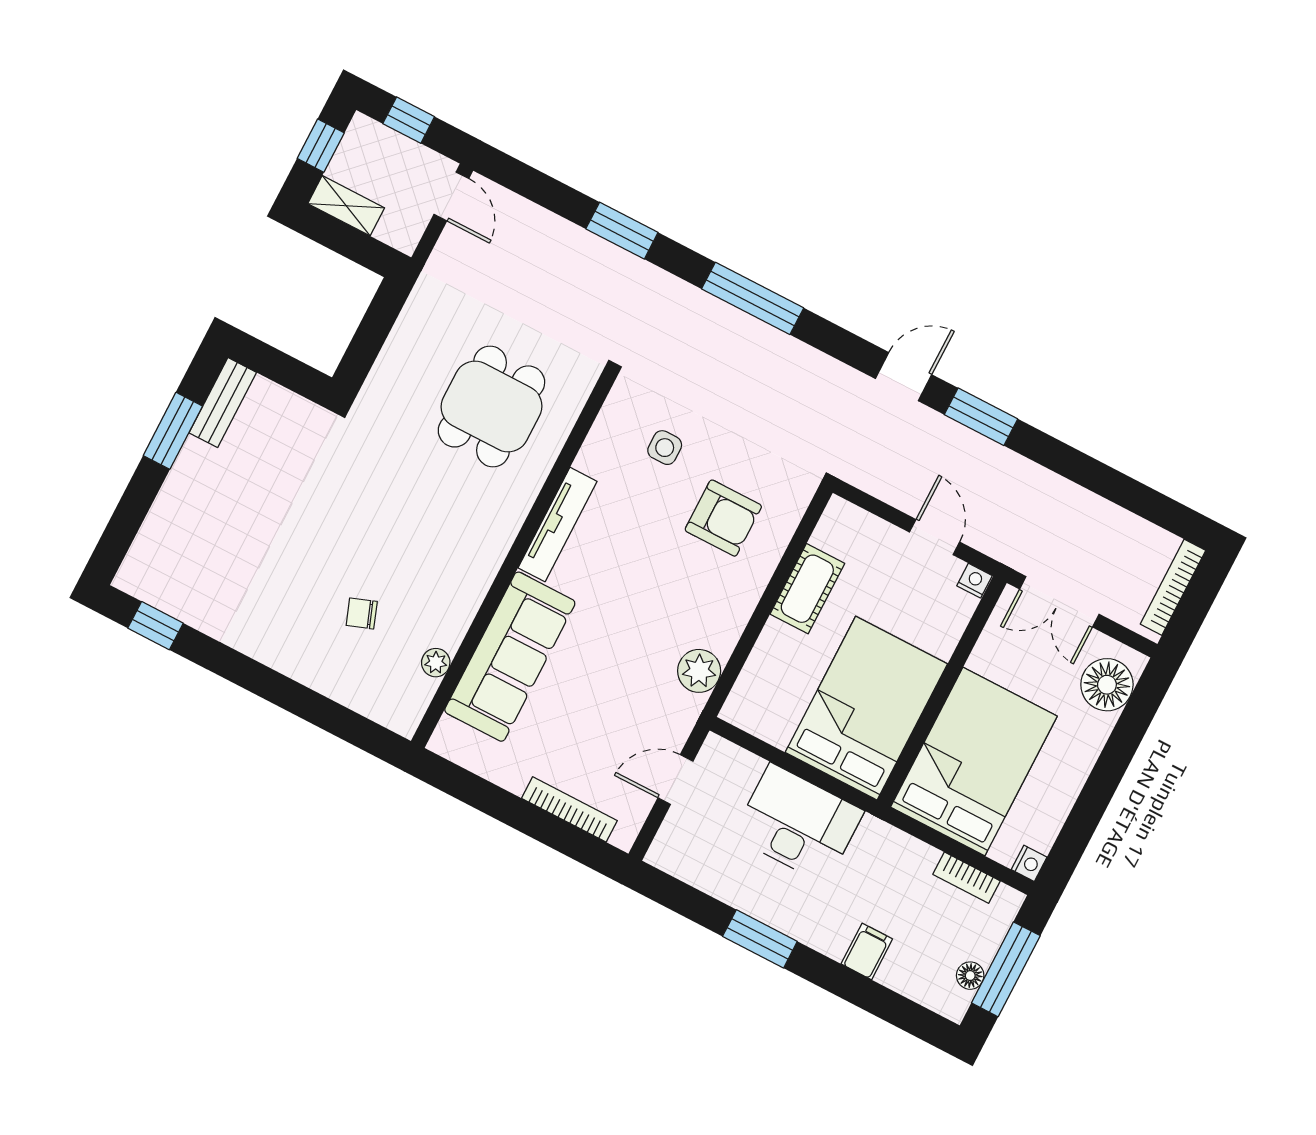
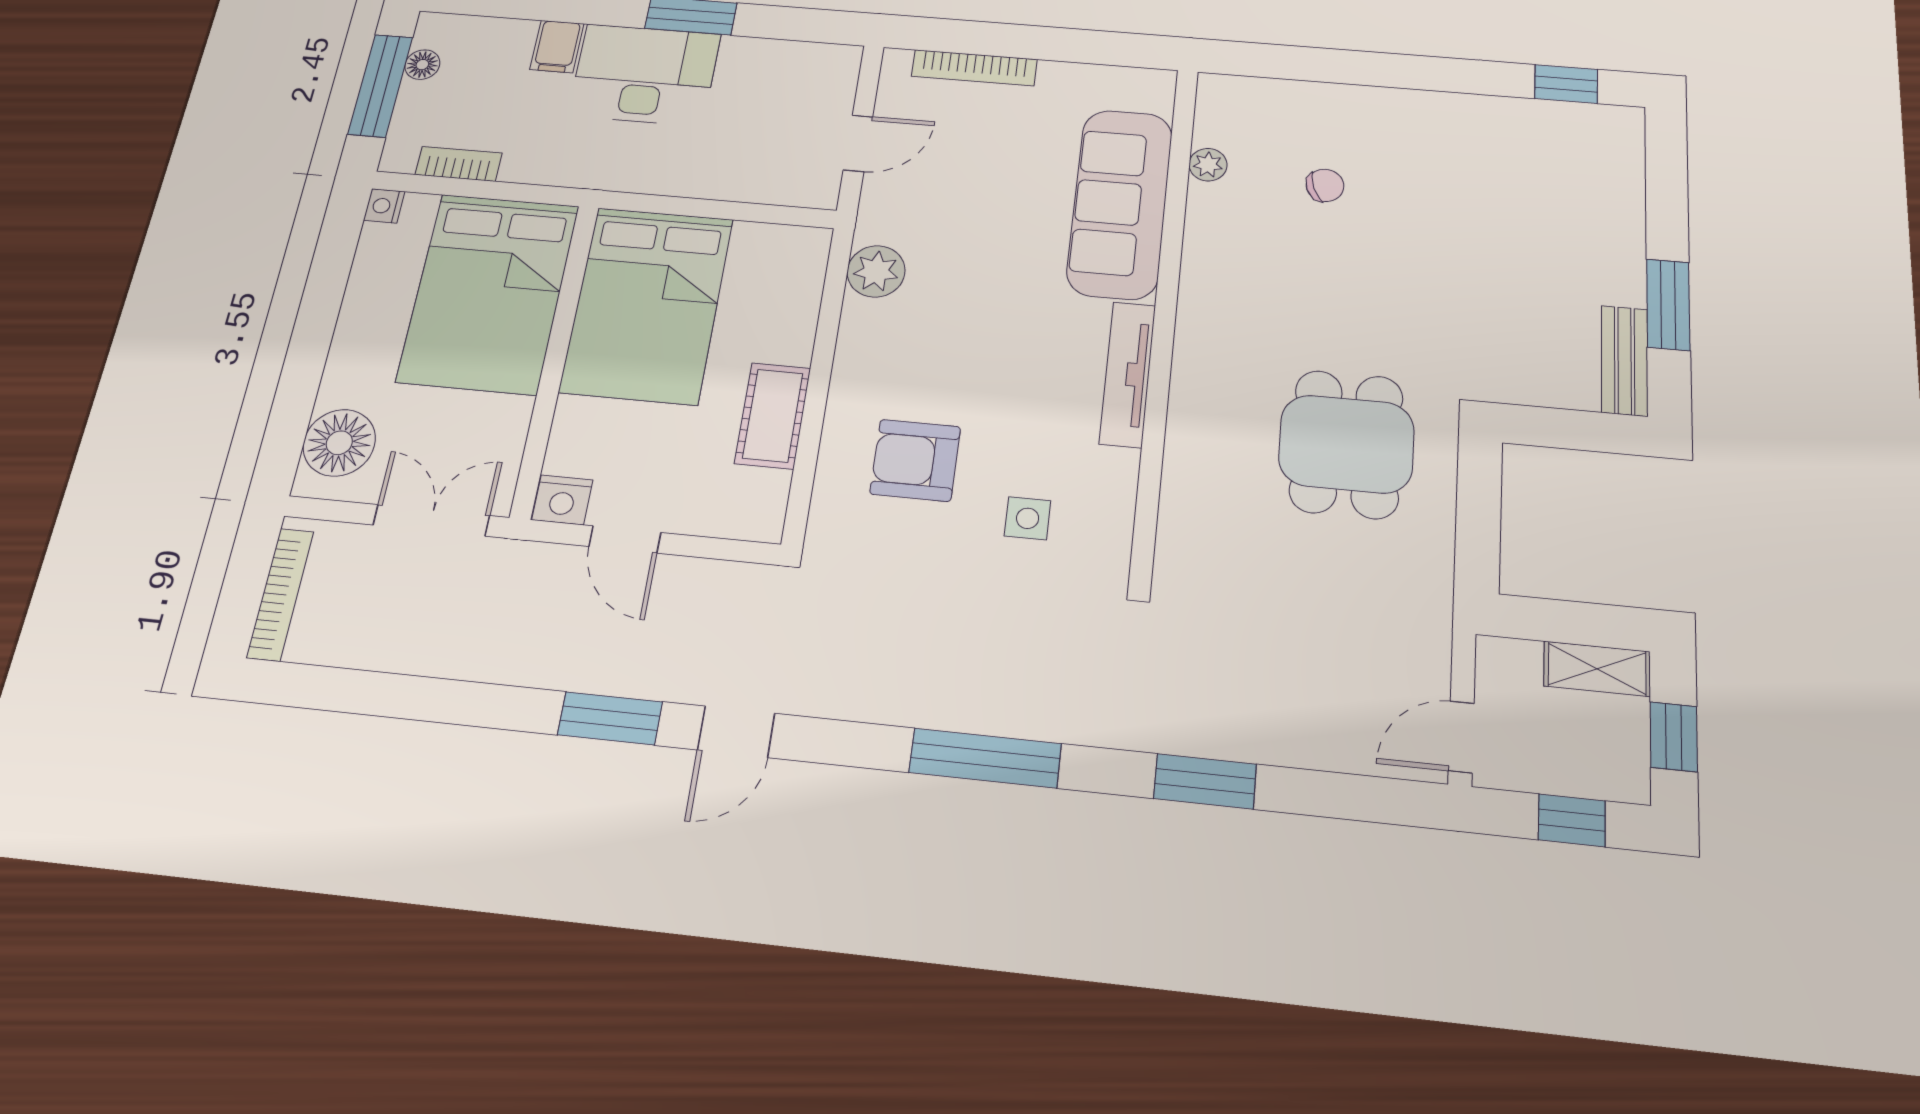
door: (451, 196) -> (1461, 737), hinge flipped
dining table: (491, 406) -> (1346, 444), moved
nightstand: (974, 581) -> (562, 500), width x1.39, depth x1.35
desk: (798, 824) -> (644, 75), moved, turned 180

